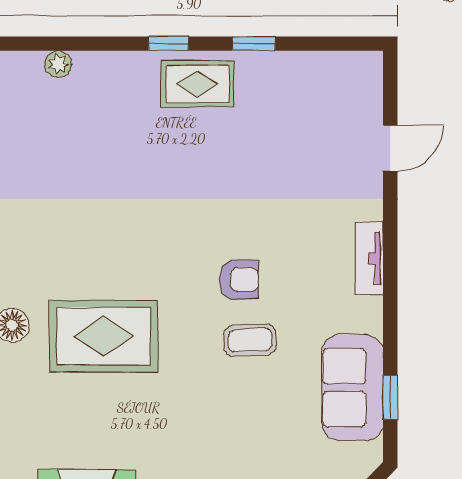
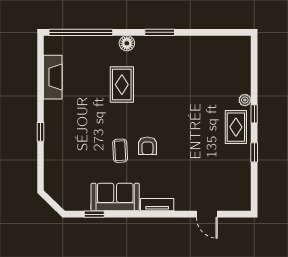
plant: (58, 64) -> (245, 100), moved
rug: (104, 336) -> (122, 85), width x0.73, depth x0.70
sofa: (352, 388) -> (115, 197), moved

